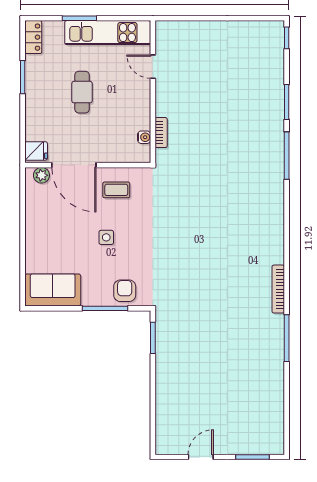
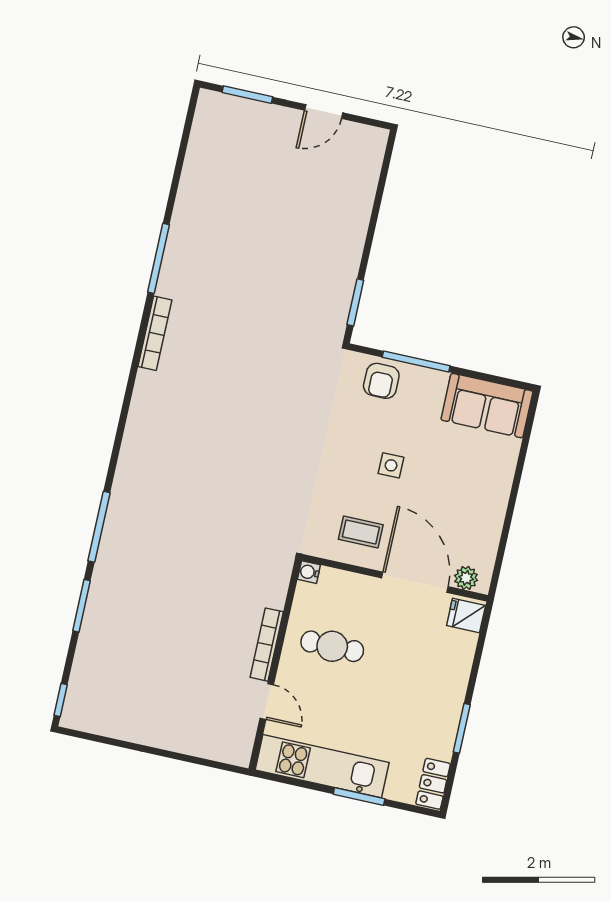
cafe table: (82, 92) -> (332, 646), moved, turned 90
bookcase: (161, 133) -> (267, 645), moved, width x1.56
water cooler: (144, 137) -> (309, 572), moved

